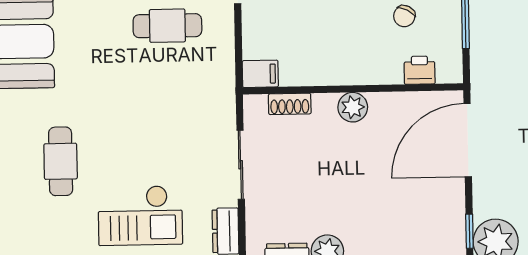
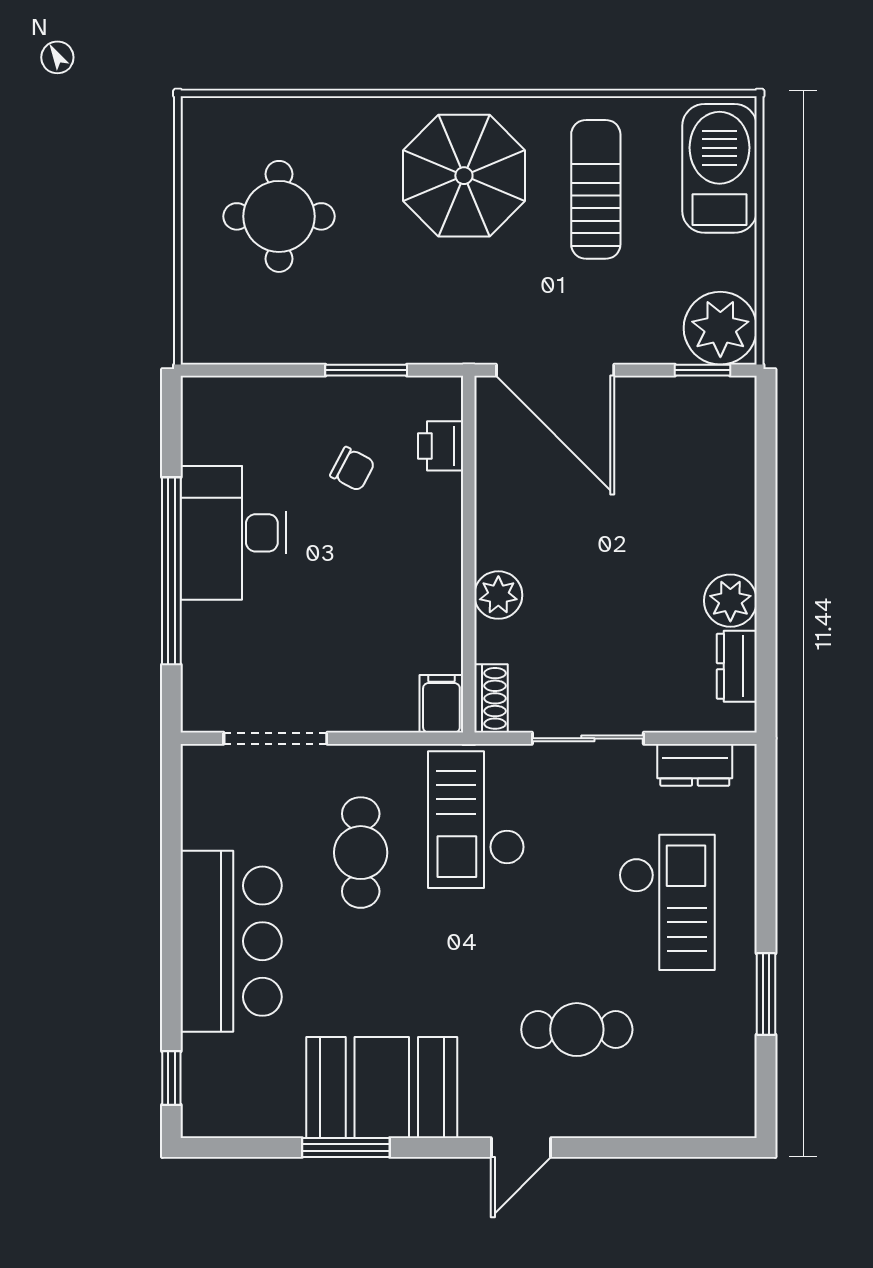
checkout: (189, 97) -> (476, 820), added
shoe rack: (290, 104) -> (491, 698), moved
plant: (353, 107) -> (498, 595), moved

